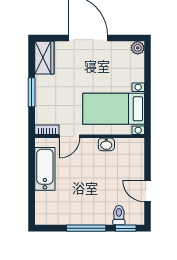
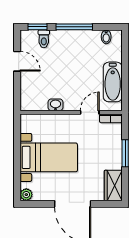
bed with nightstands: (114, 109) -> (49, 157), moved
bidet: (52, 217) -> (106, 37), added

